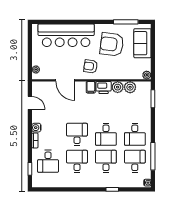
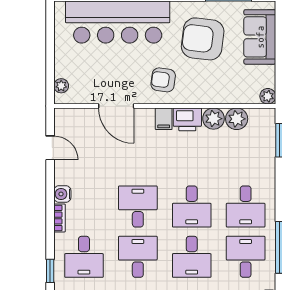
desk: (106, 161) -> (192, 257), turned 180

